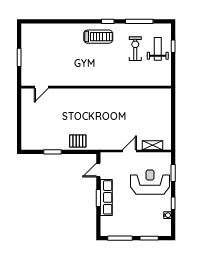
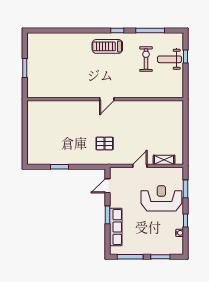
treadmill: (98, 37) -> (107, 46), turned 180
weight bench: (158, 49) -> (169, 59), turned -90
door: (41, 87) -> (107, 99), moved
pallet: (78, 141) -> (105, 143), moved
row of seats: (106, 197) -> (116, 227), moved

